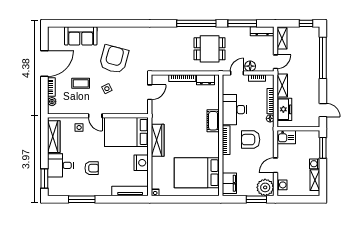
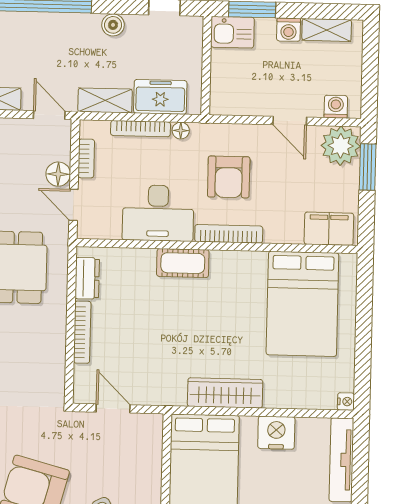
boiler: (315, 88) -> (113, 25), added
kitchen sink: (286, 137) -> (232, 32), moved, turned 90

